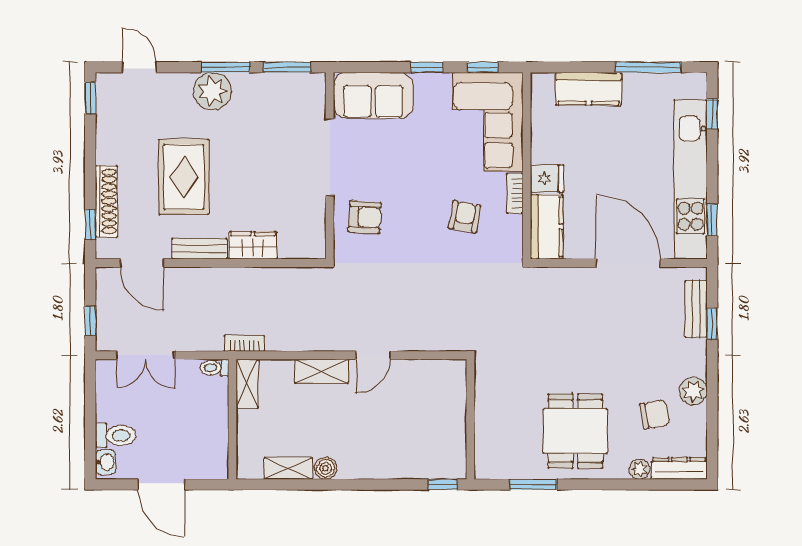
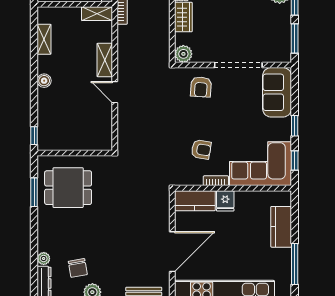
plant: (312, 245) -> (183, 54), added
dining table: (575, 431) -> (68, 188), moved
boiler: (326, 468) -> (44, 81), moved

